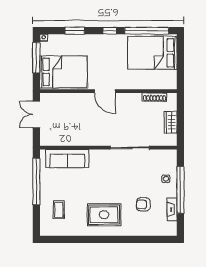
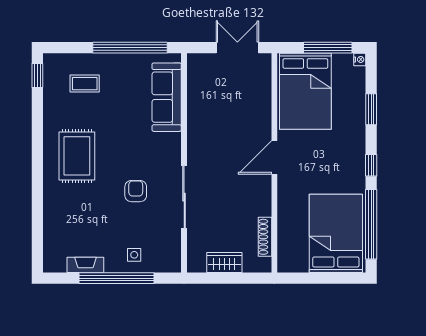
armchair: (143, 204) -> (136, 191), moved
window: (54, 239) -> (37, 75), added

